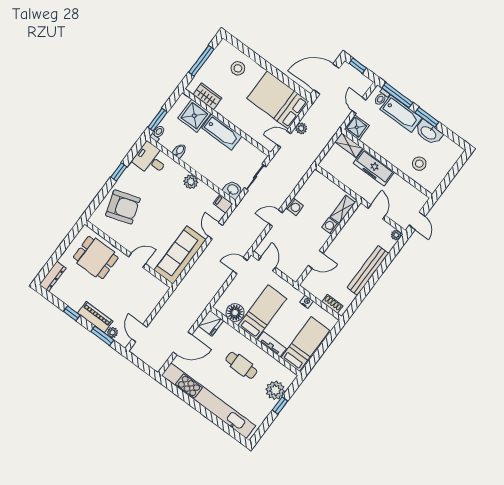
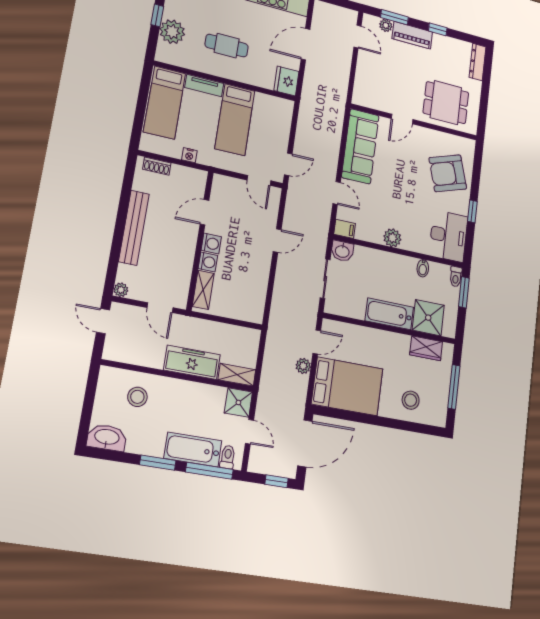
washbasin: (429, 133) -> (107, 437), moved
desk: (150, 159) -> (448, 236), width x1.37
washing machine: (295, 207) -> (211, 243), moved, turned 180
floor lamp: (235, 313) -> (265, 105), removed

